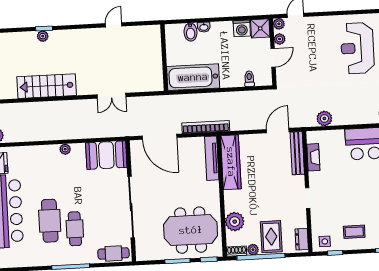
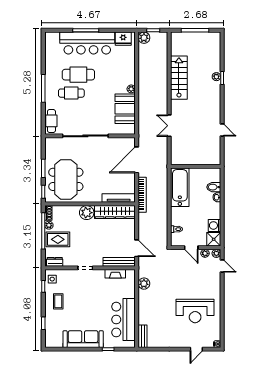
reception desk: (357, 48) -> (195, 311), turned 180
booth: (106, 155) -> (125, 109), moved
plant: (235, 222) -> (87, 213), moved

